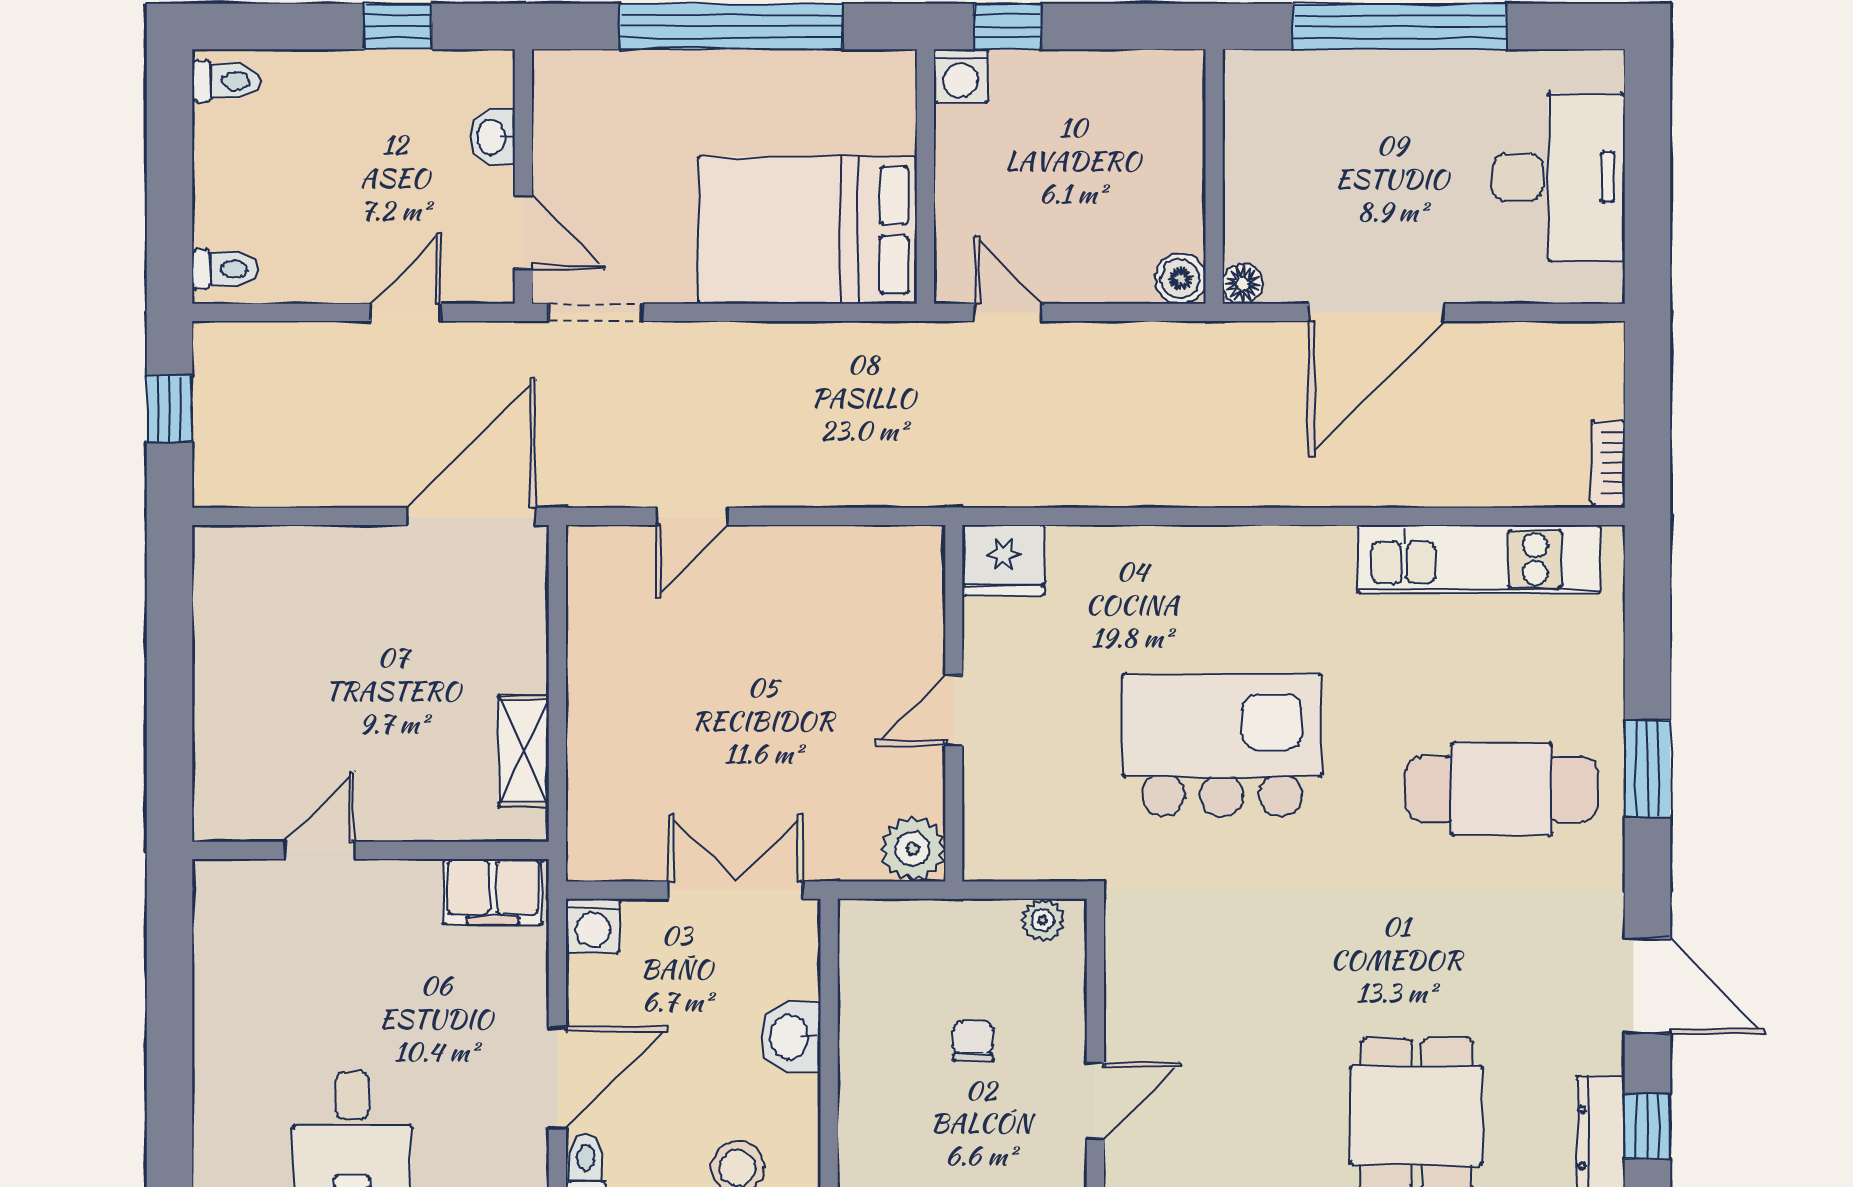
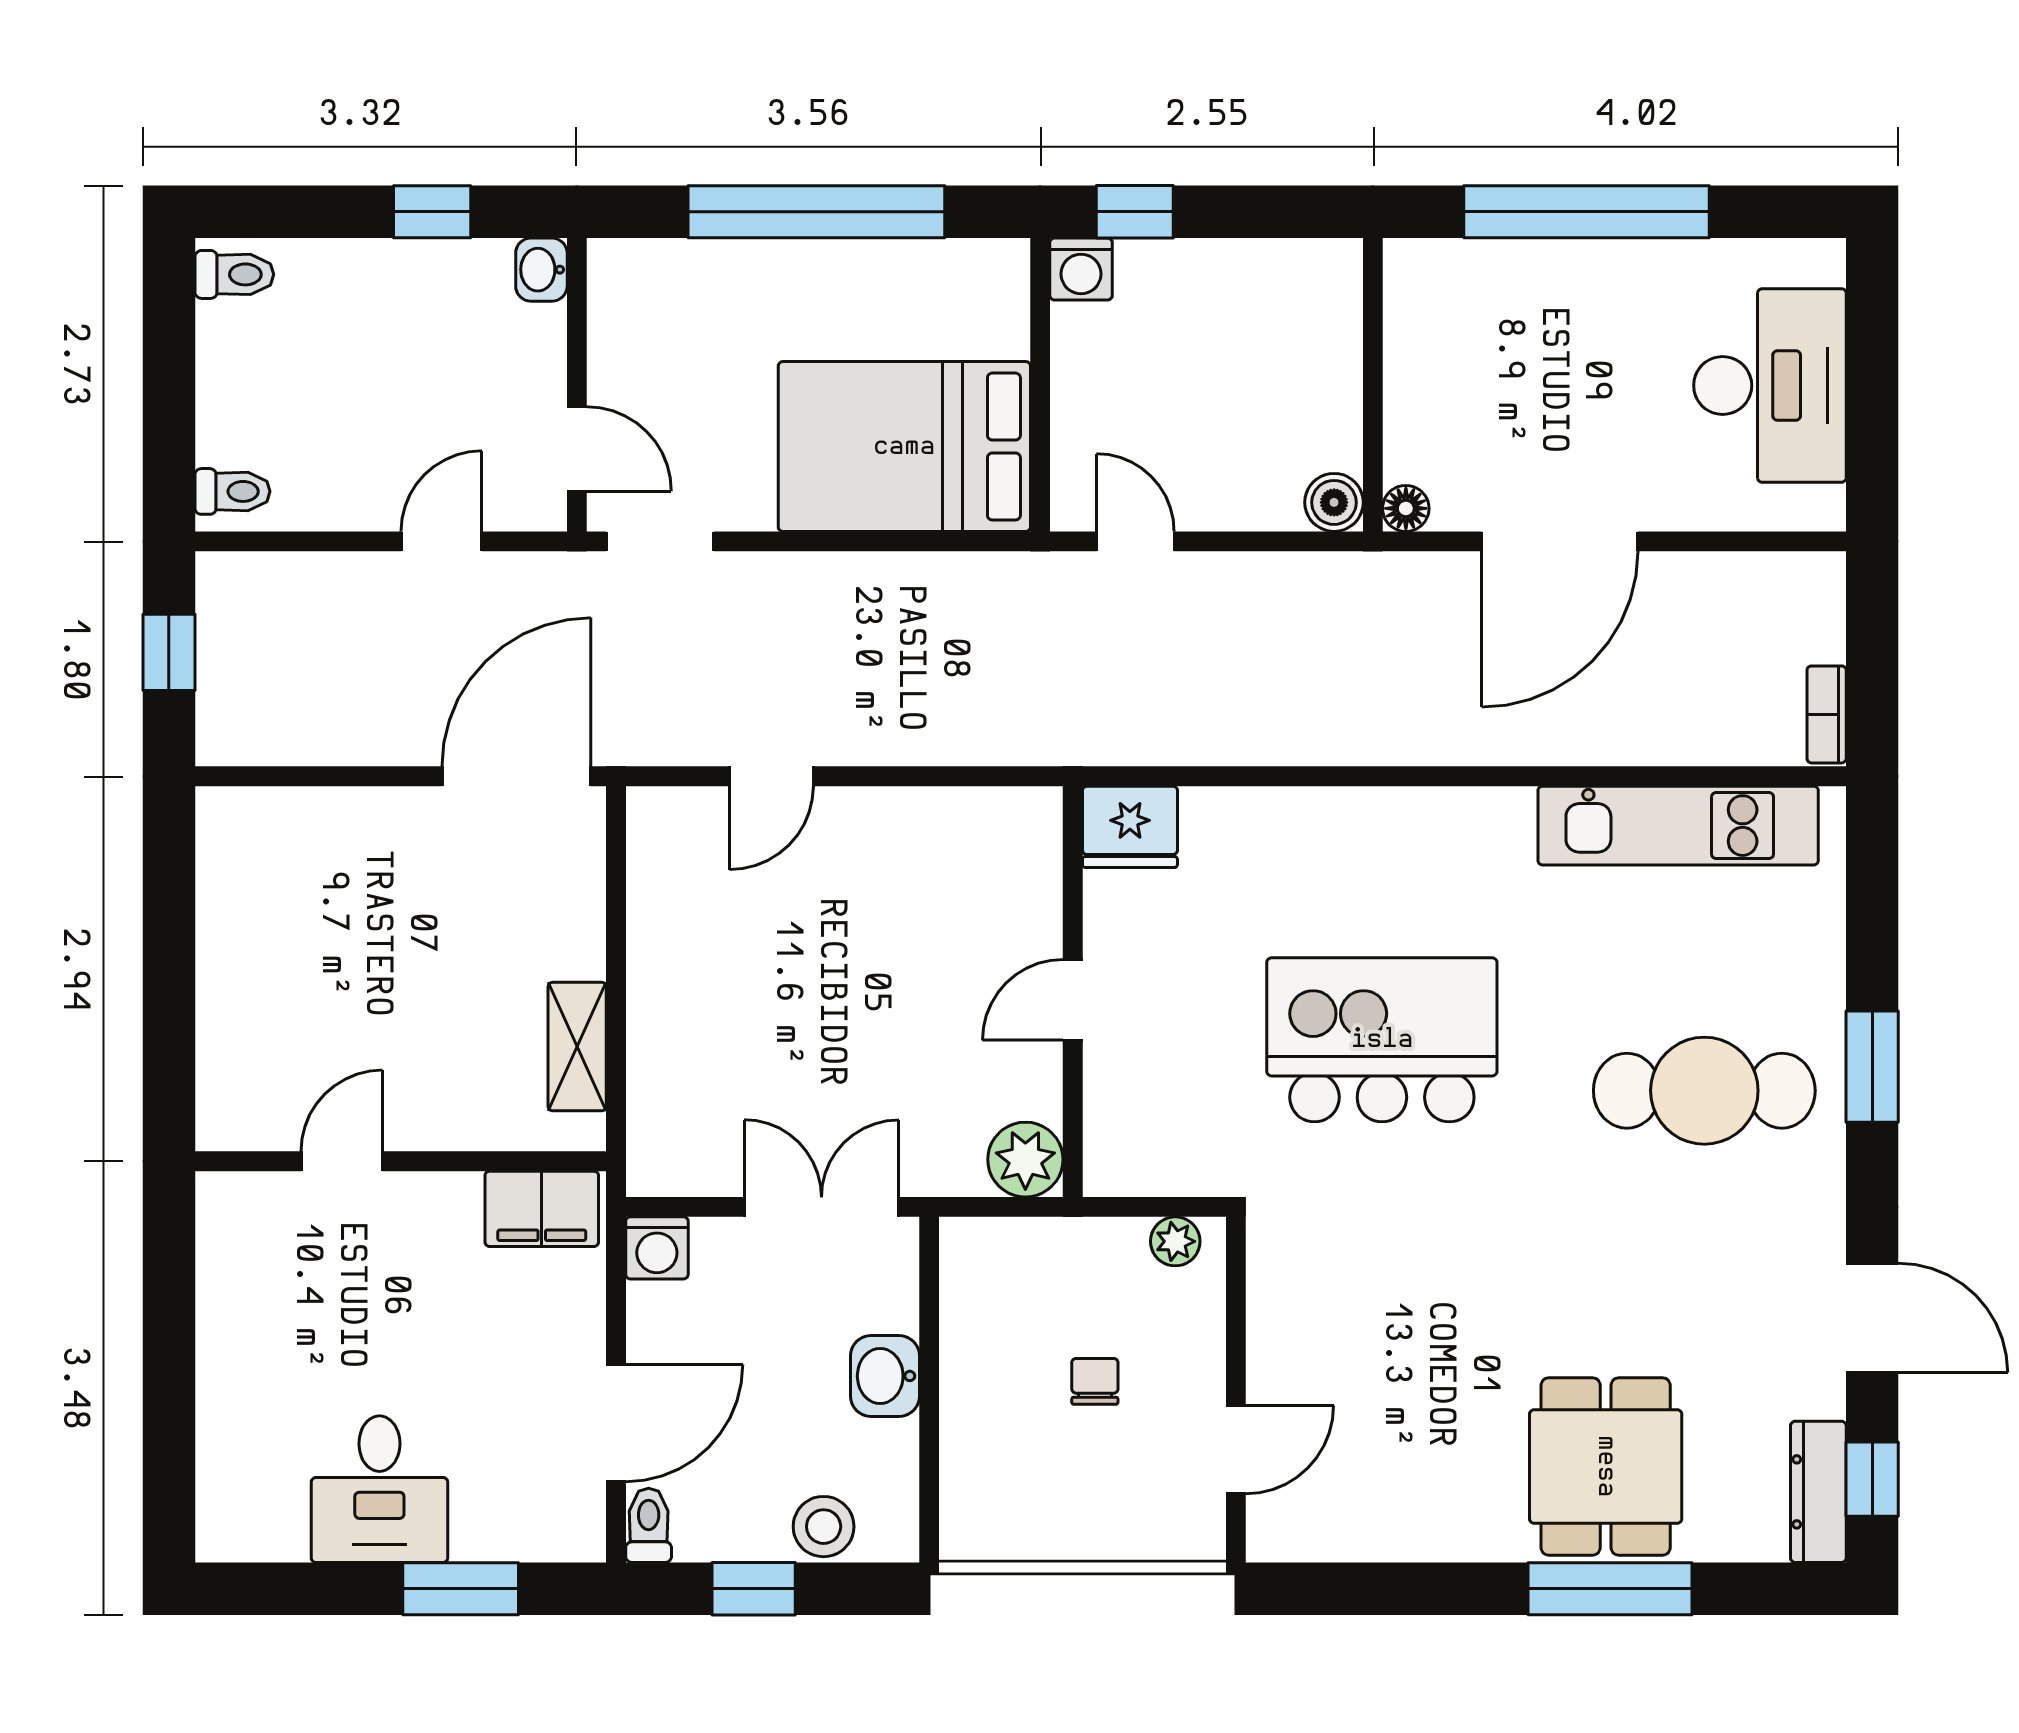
washbasin: (493, 137) -> (541, 270), moved

